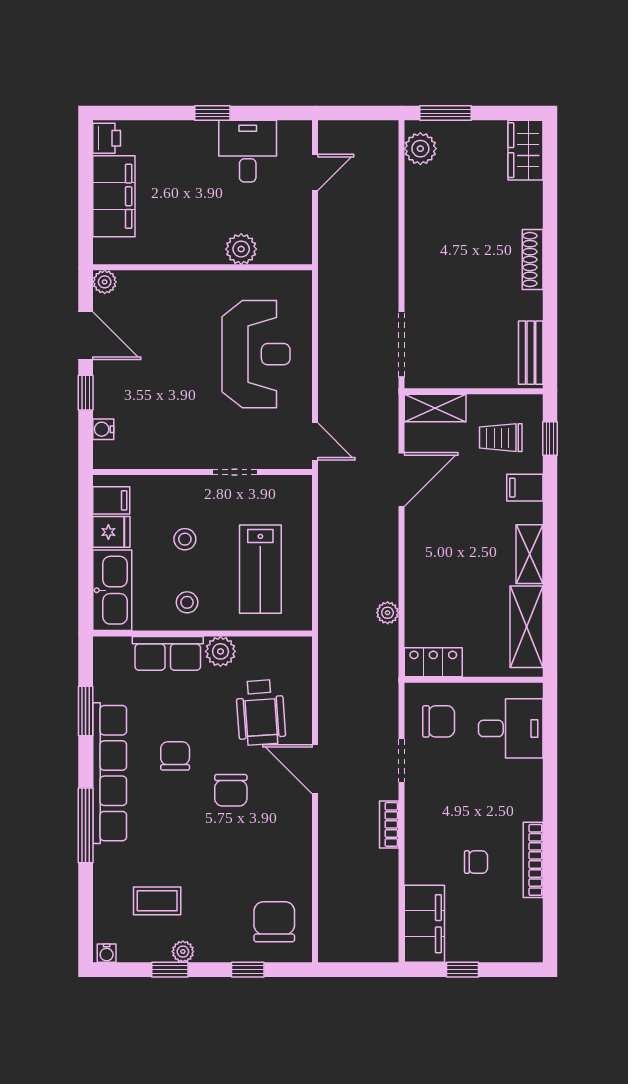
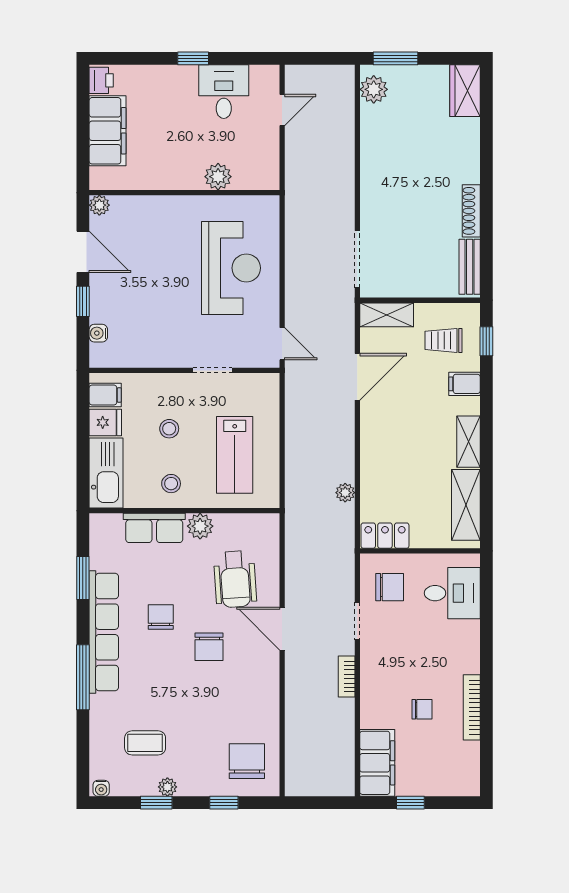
shoe rack: (533, 260) -> (471, 211), moved

